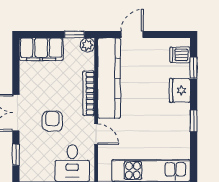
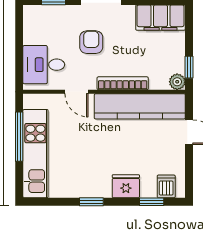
filing cabinet: (41, 49) -> (161, 18), moved, turned -90
armchair: (52, 121) -> (91, 42), turned -90
door: (96, 134) -> (77, 92), hinge flipped

